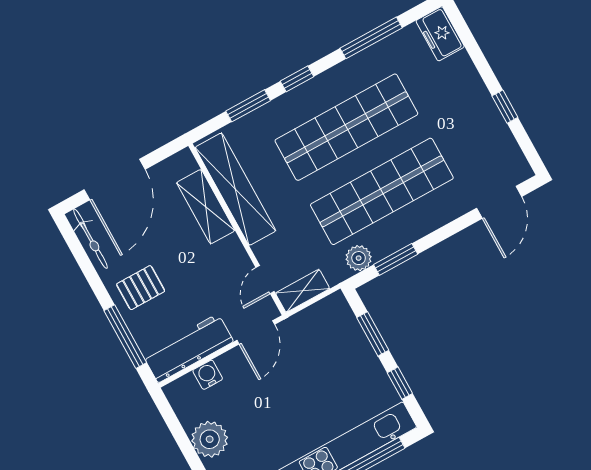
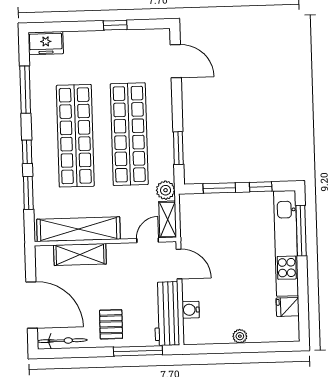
plant: (359, 258) -> (166, 190), moved
door: (265, 280) -> (148, 240), swing flipped
plant: (210, 439) -> (240, 336), width x0.53, depth x0.53

